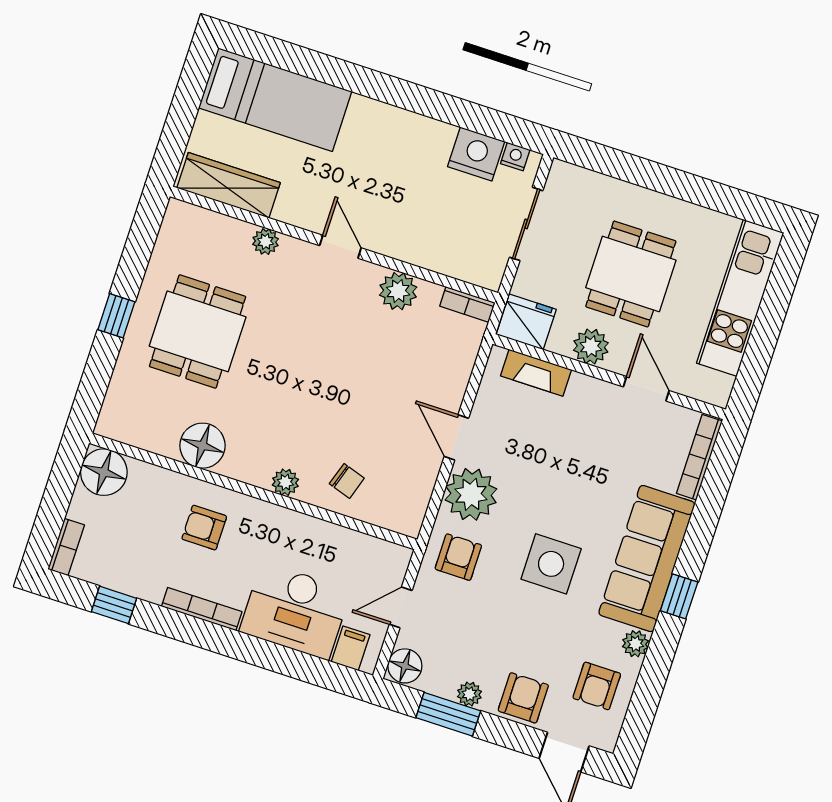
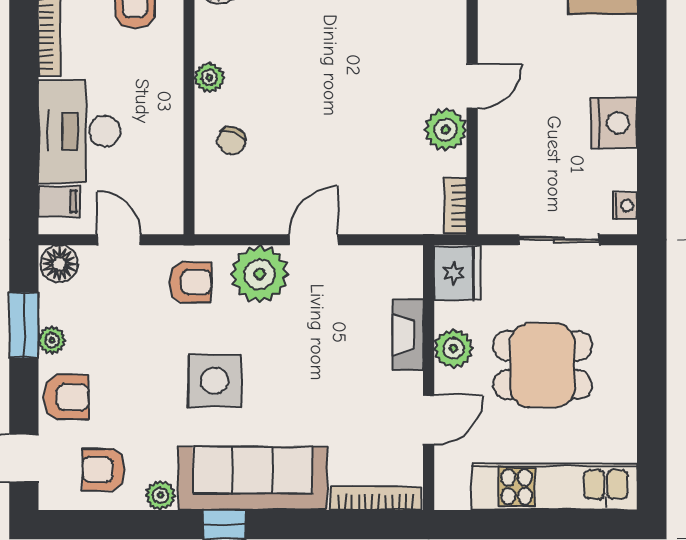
nightstand: (476, 154) -> (614, 123), moved
door: (340, 247) -> (472, 86), moved
fireplace: (536, 373) -> (408, 335), moved

